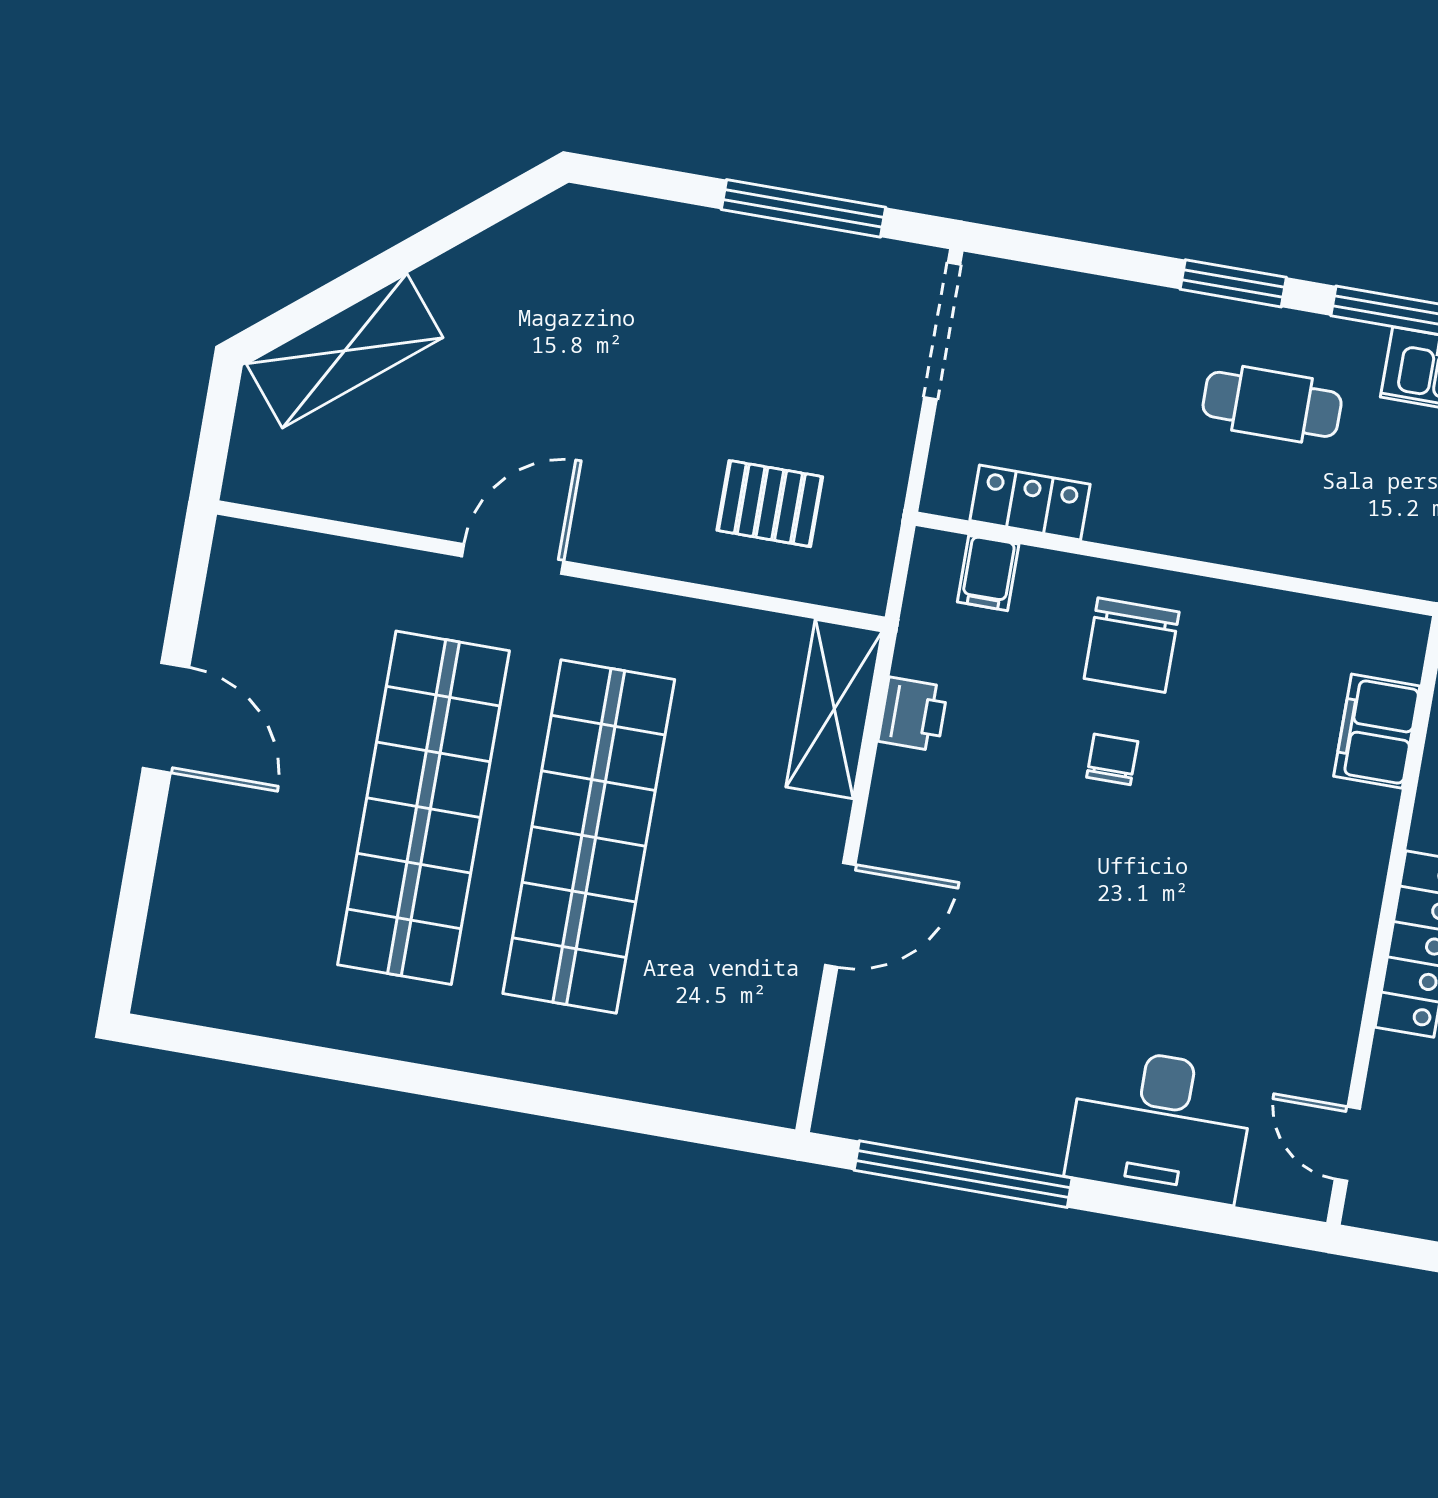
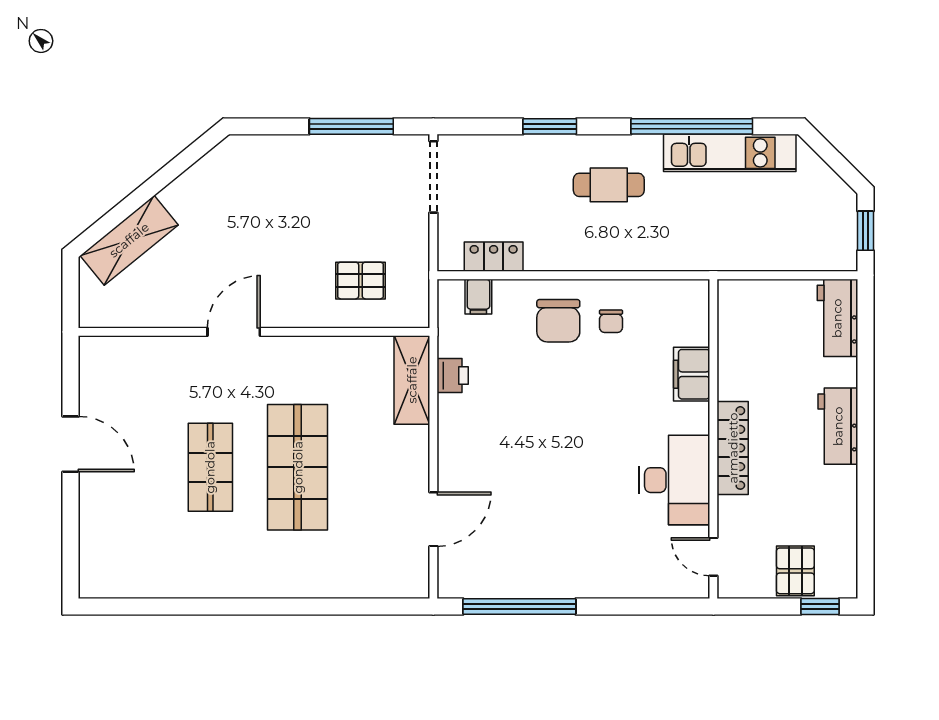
window: (1233, 283) -> (550, 126), moved
filing cabinet: (1377, 731) -> (692, 374), moved
chair: (1112, 759) -> (611, 321), moved, turned 180
shop shelf: (424, 808) -> (210, 467), width x0.50, depth x0.74
shop shelf: (589, 837) -> (298, 467), width x0.71
door: (840, 915) -> (433, 519), moved
desk: (1160, 1124) -> (674, 480), moved, turned -90

